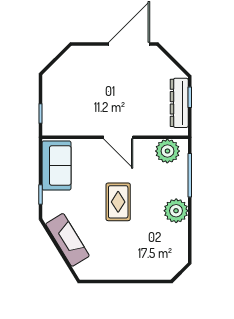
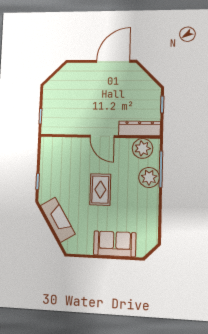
dresser: (179, 103) -> (139, 128), moved, turned 90
sofa: (57, 165) -> (115, 244), moved, turned -90
plant: (176, 211) -> (149, 177), moved

